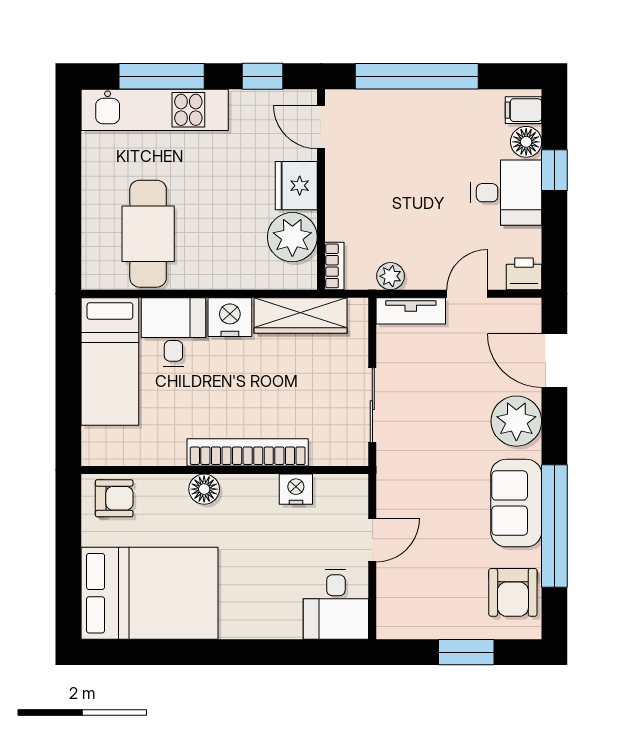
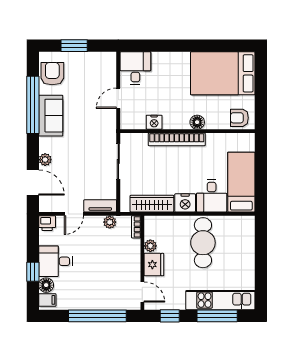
cafe table: (148, 234) -> (203, 243), moved
plant: (292, 237) -> (150, 246), width x0.53, depth x0.53
plant: (516, 421) -> (45, 160), width x0.53, depth x0.53

